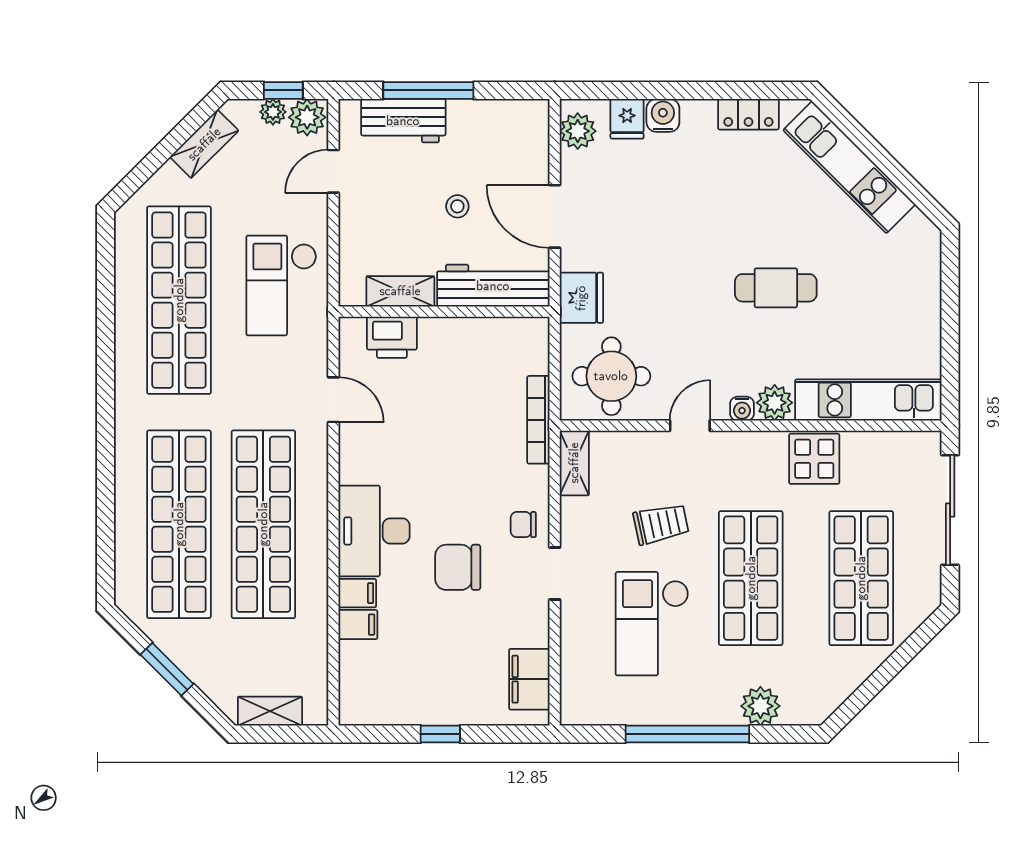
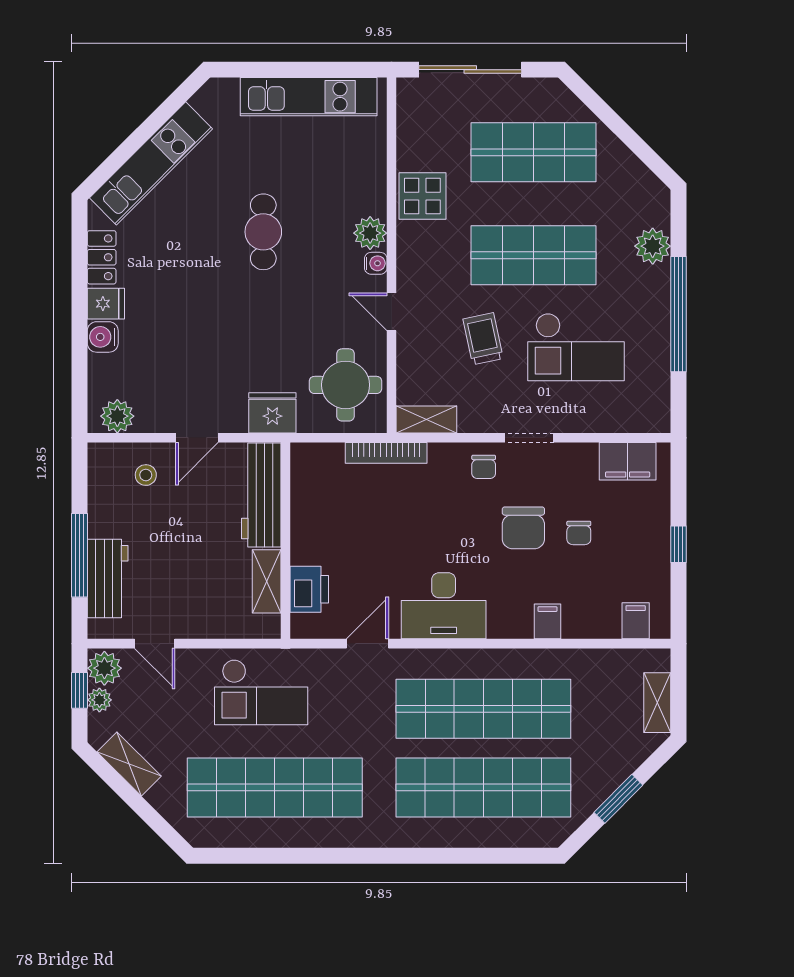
fridge: (627, 119) -> (106, 304), moved
stool: (457, 206) -> (146, 475), moved
door: (555, 216) -> (197, 438), width x0.73
kitchen unit: (868, 400) -> (309, 97), moved, turned -90
desk: (374, 531) -> (444, 606), moved
filing cabinet: (358, 625) -> (636, 621), moved
chair: (452, 627) -> (579, 533), added

